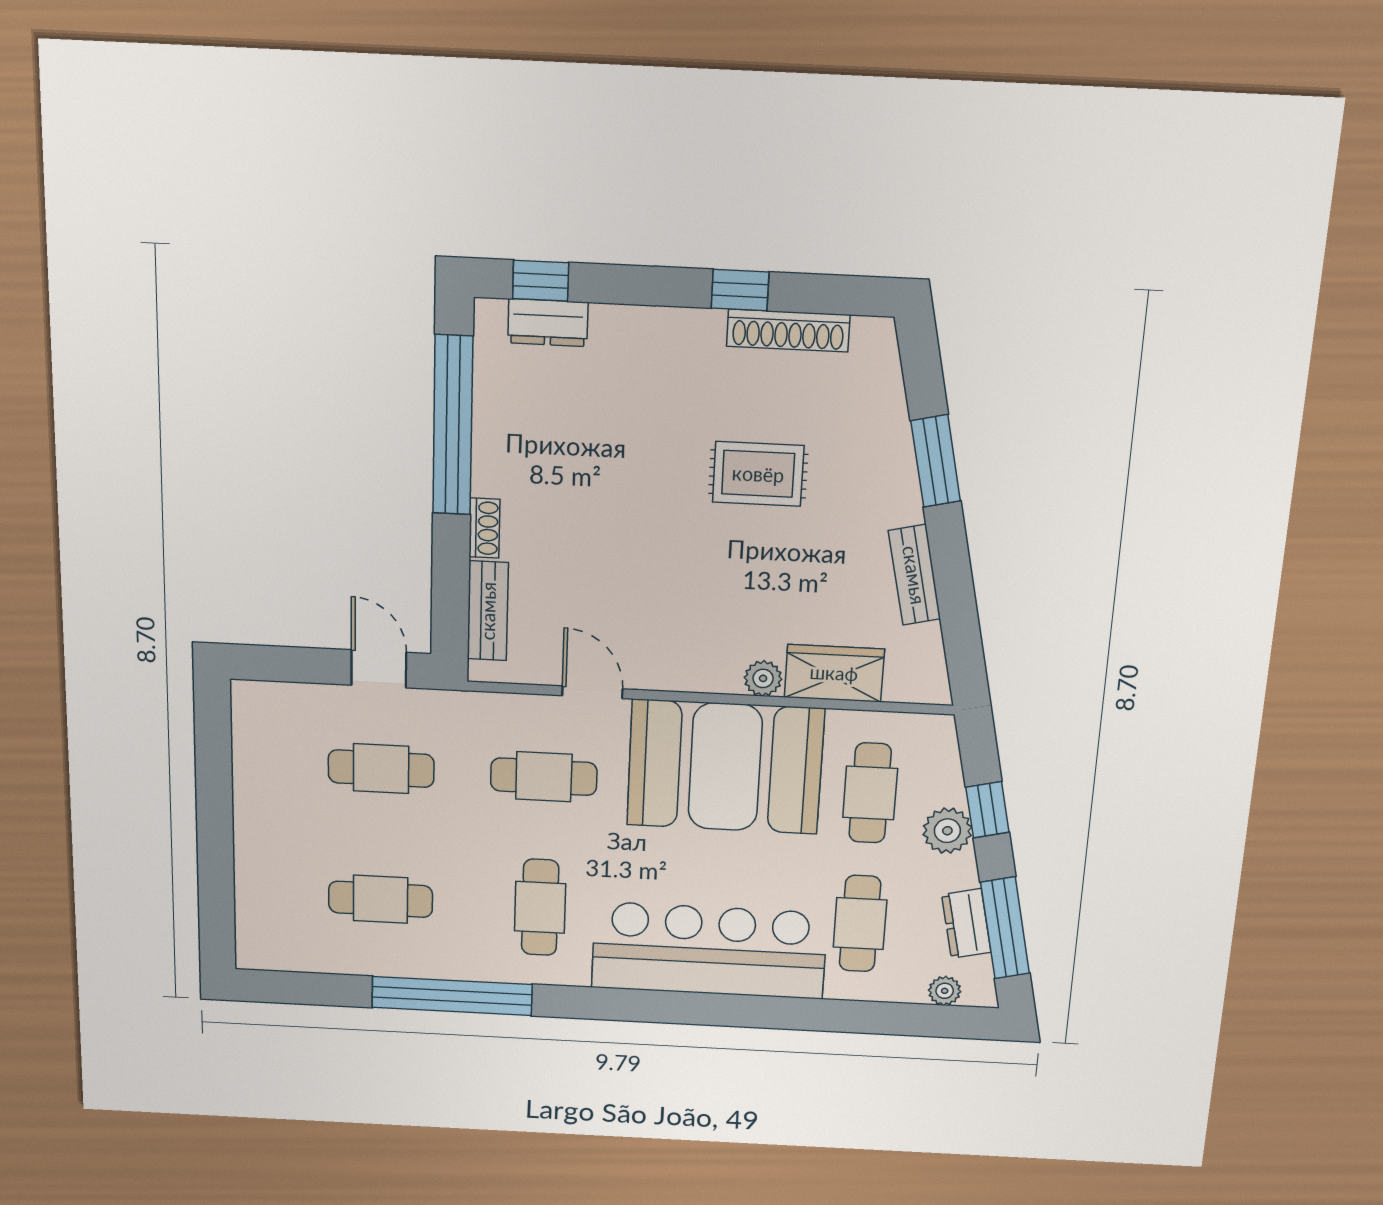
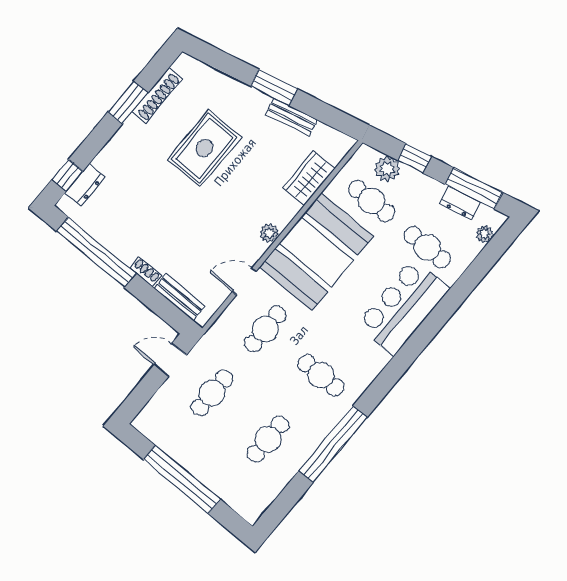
window: (740, 290) -> (128, 102), width x1.50
window: (936, 461) -> (274, 88), moved
rug: (758, 474) -> (204, 148), width x1.36, depth x1.43
plant: (763, 678) -> (269, 233), moved
window: (215, 818) -> (182, 479), added
plant: (947, 831) -> (387, 169), moved
bar counter: (709, 950) -> (403, 307), width x0.73

